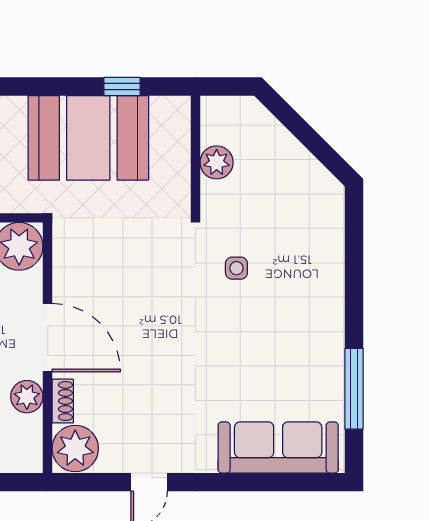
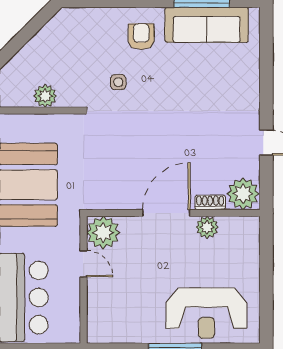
armchair: (302, 301) -> (141, 37), added
sofa: (278, 447) -> (207, 25), moved, turned -90

